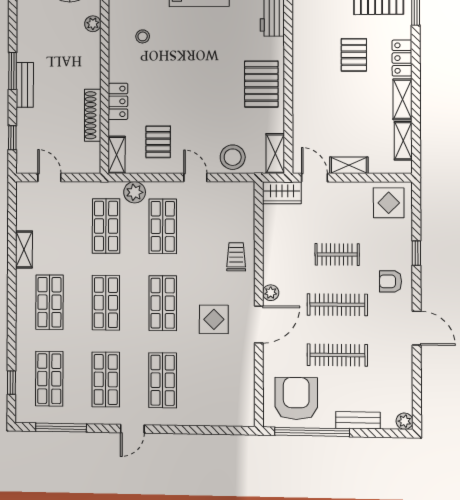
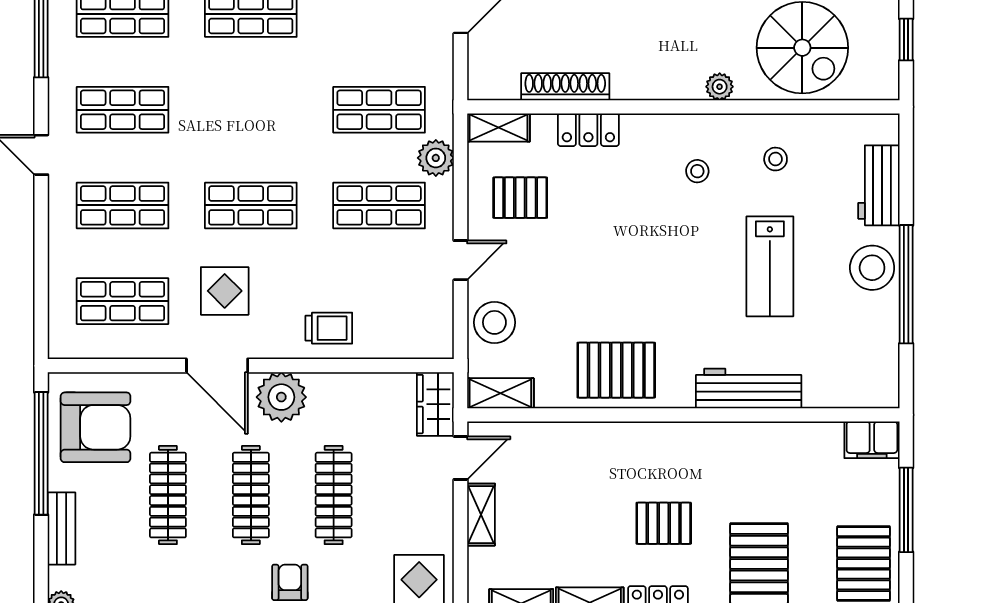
clothes rail: (337, 254) -> (334, 495), width x1.36
plant: (271, 293) -> (281, 397), width x1.88, depth x1.88
shop shelf: (106, 303) -> (123, 301), moved

